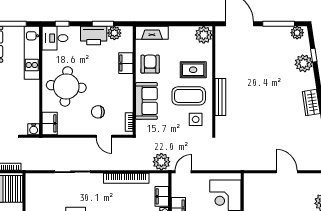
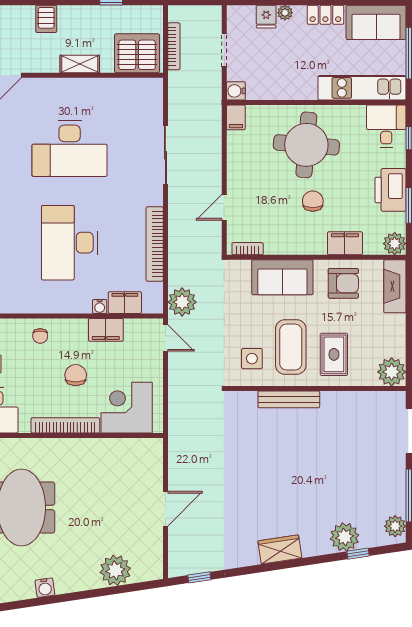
plant: (114, 33) -> (395, 244), moved
chair: (98, 112) -> (313, 201), moved
filing cabinet: (50, 123) -> (236, 117), width x0.50

